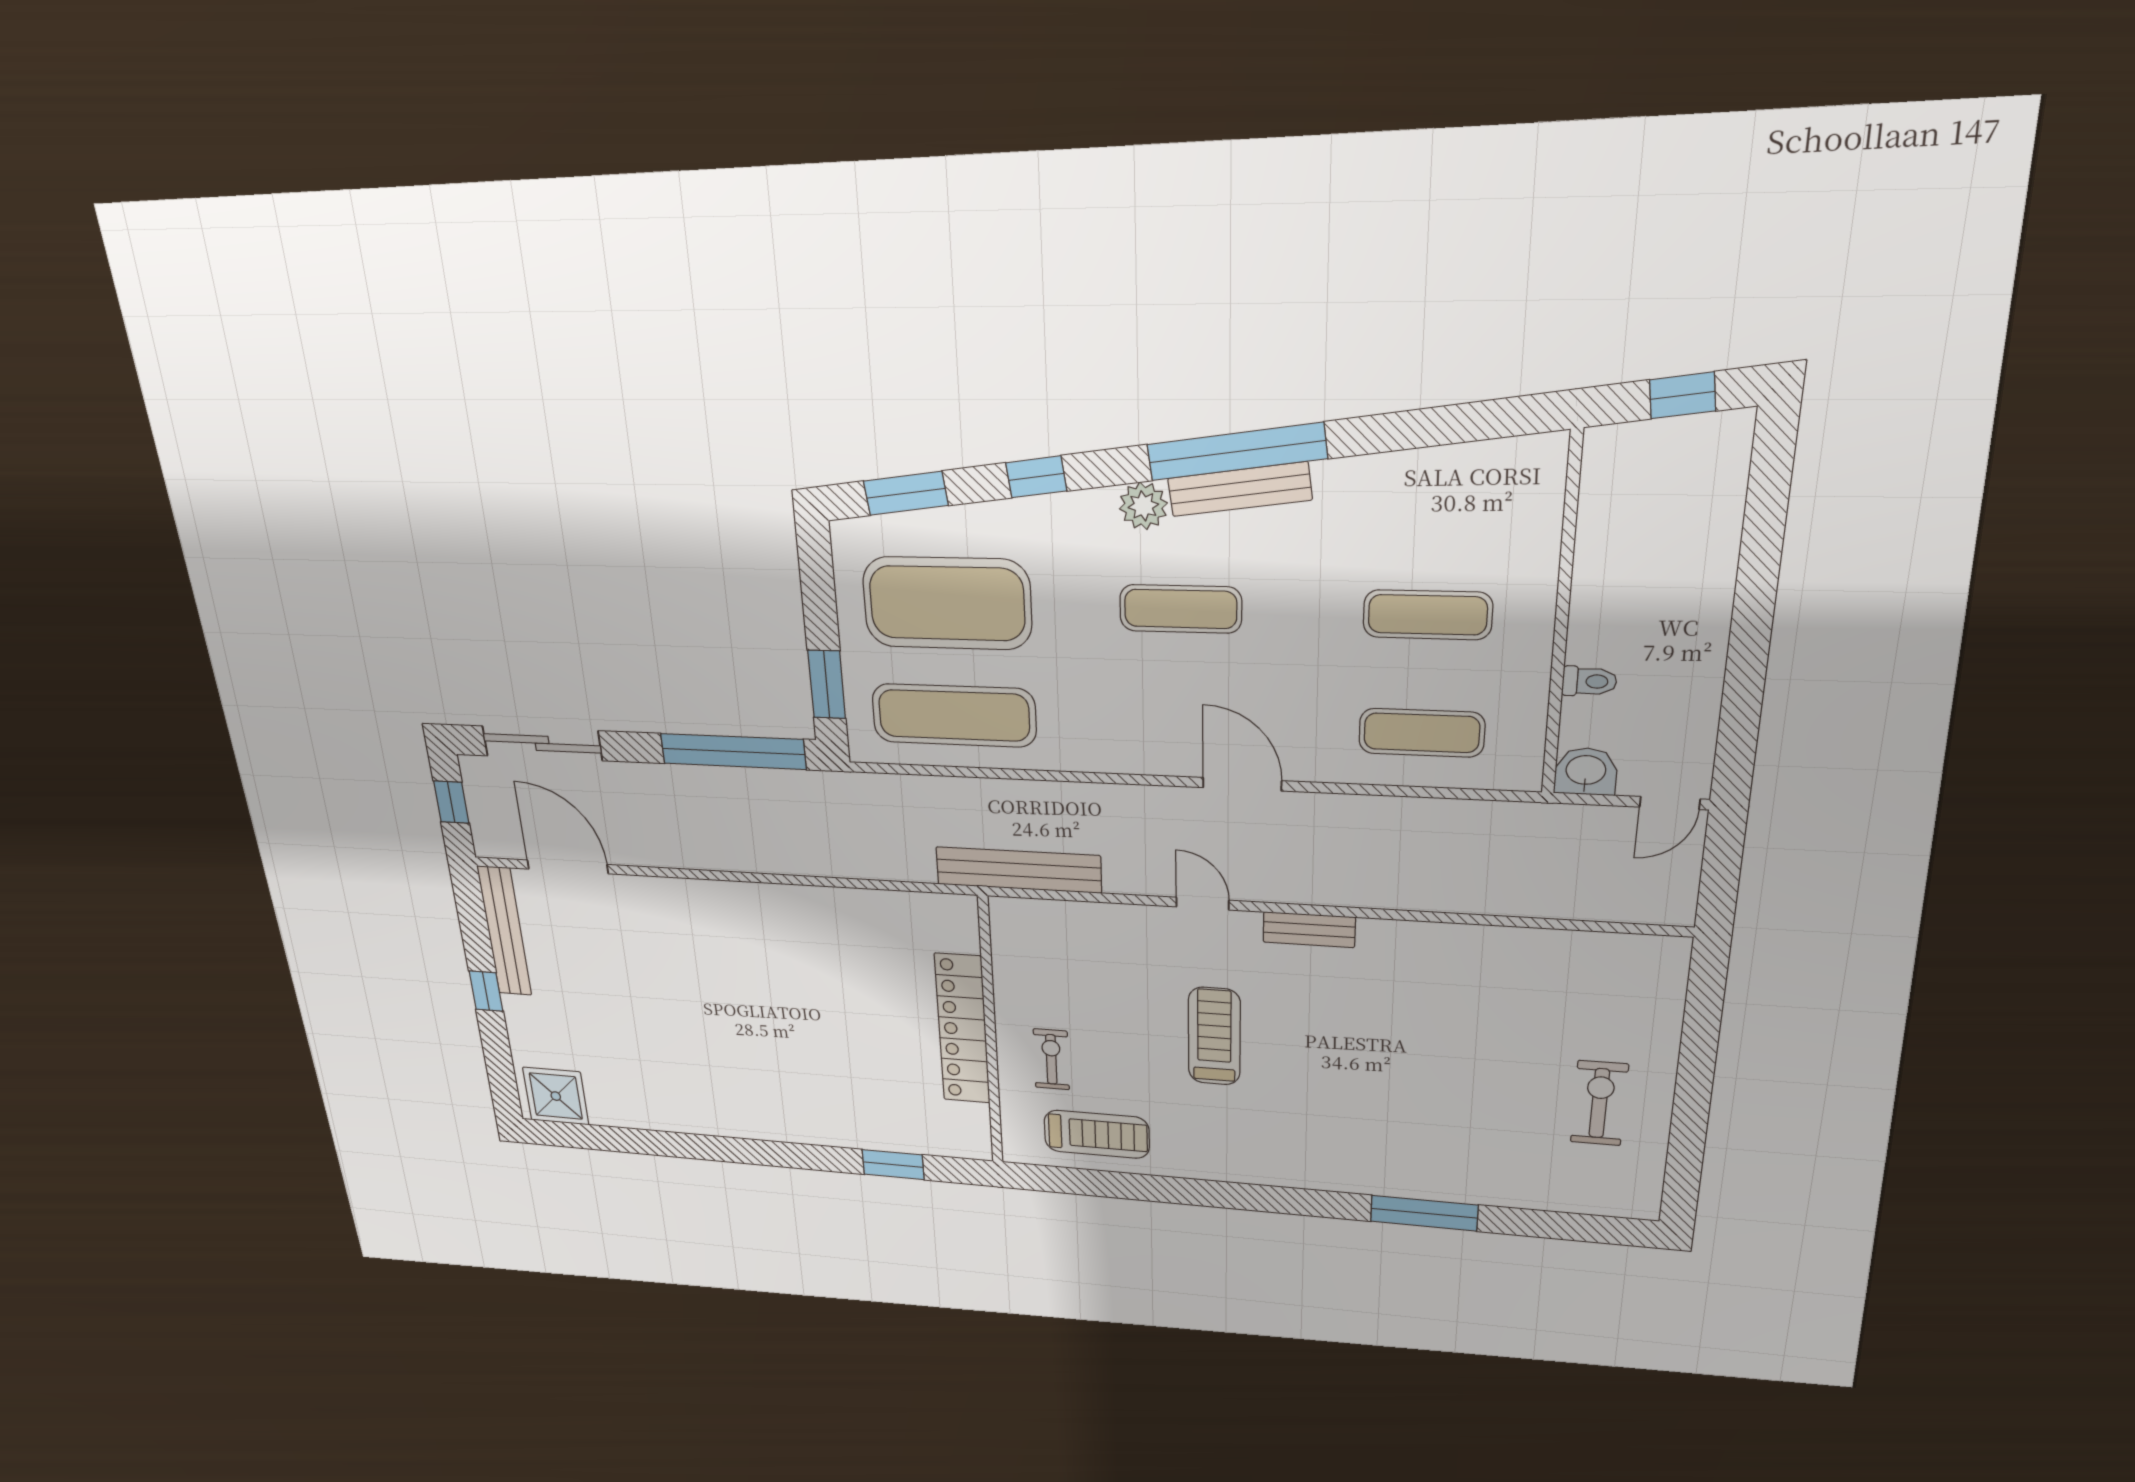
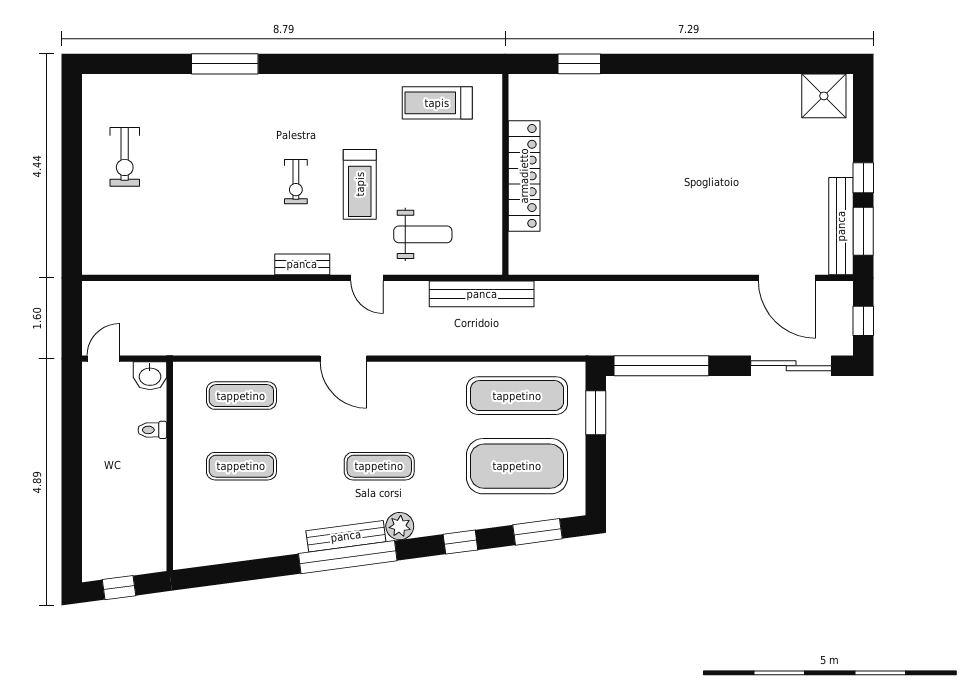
window: (473, 923) -> (863, 231), added
weight bench: (1114, 960) -> (423, 234), added
exercise bike: (1051, 1059) -> (296, 182), moved

